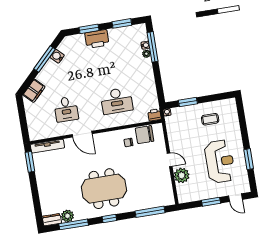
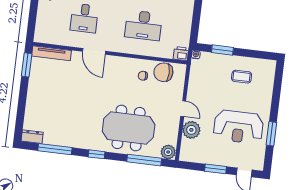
reception desk: (220, 161) -> (238, 127), turned 90
meeting table: (104, 189) -> (129, 128), moved
plant: (67, 216) -> (168, 152), moved

